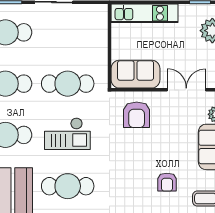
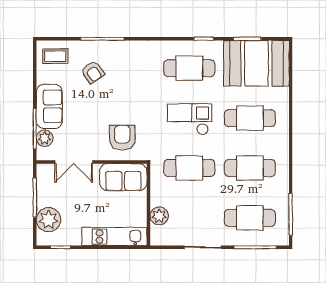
plant: (99, 34) -> (159, 216), added
armchair: (167, 182) -> (93, 72), turned 145

